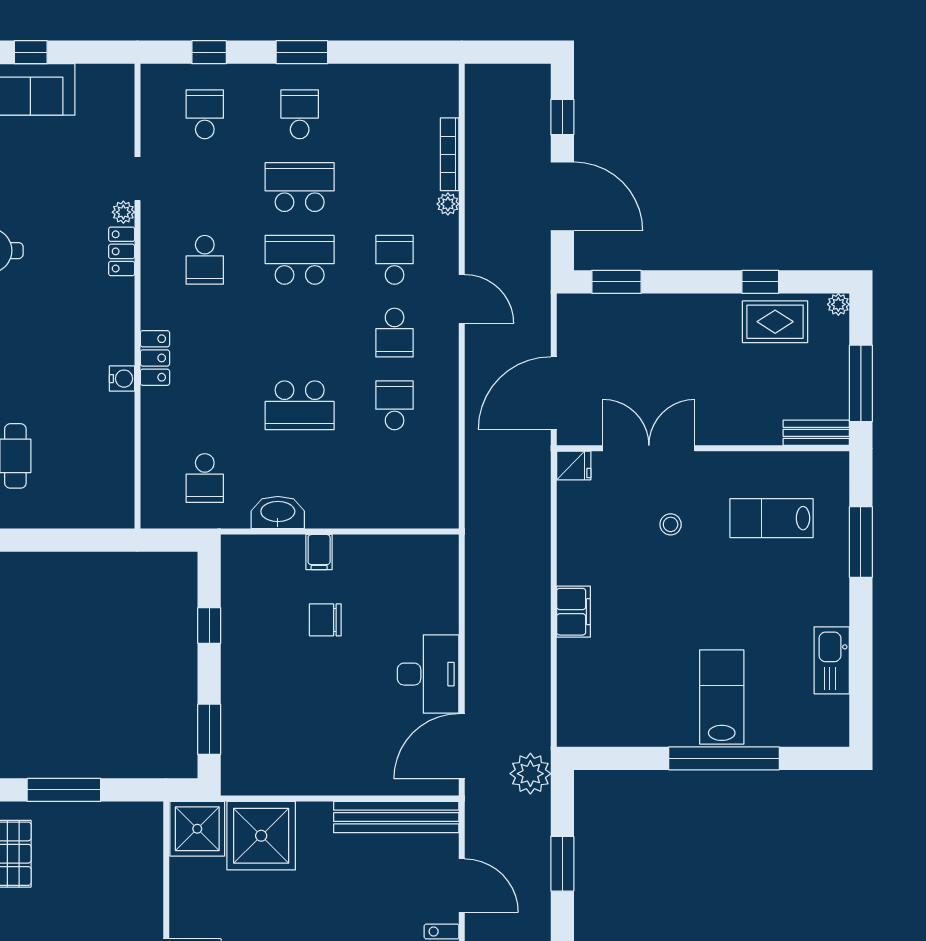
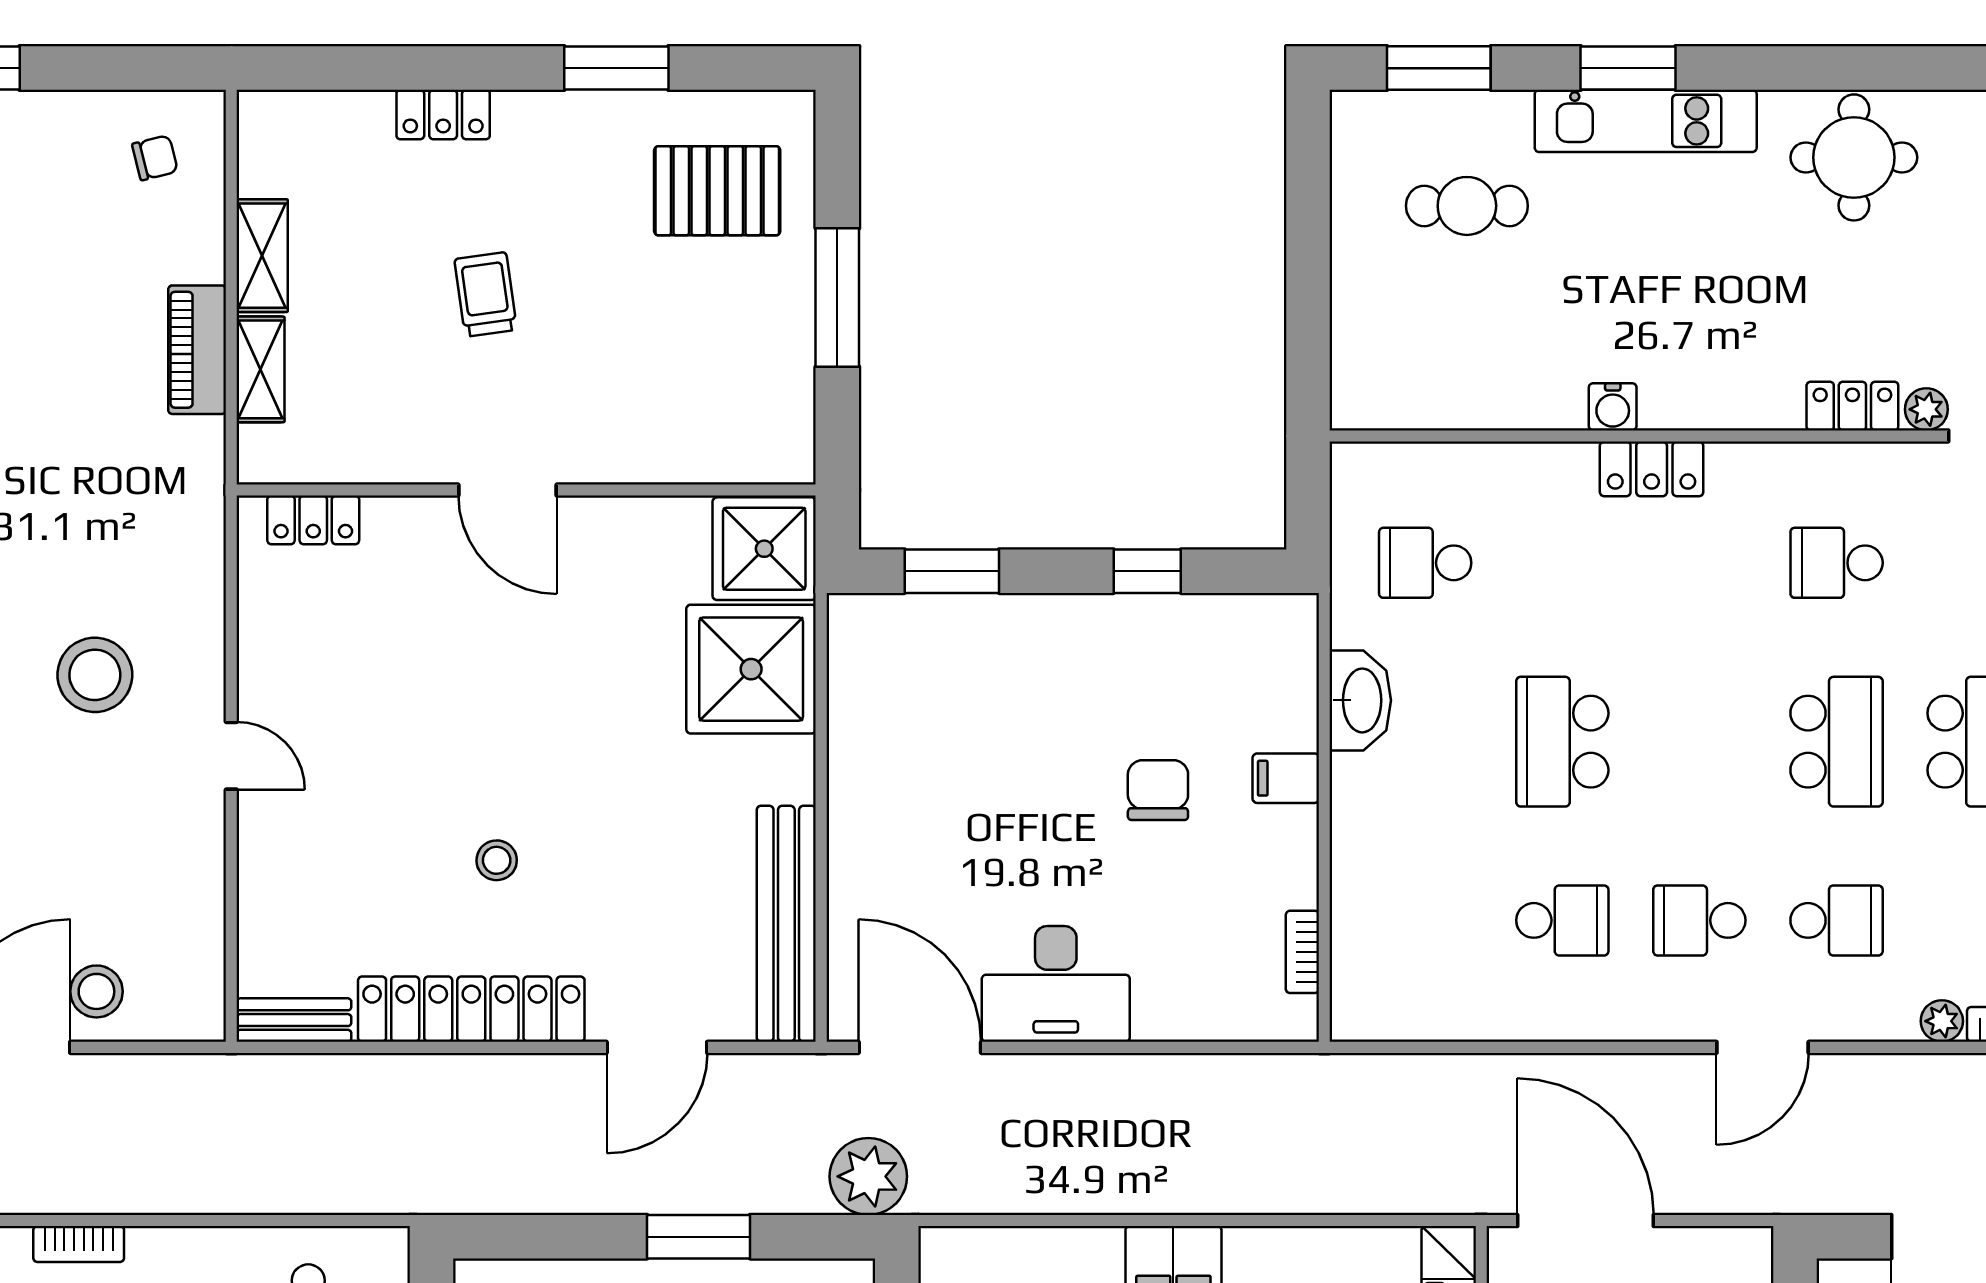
bookcase: (411, 543) -> (1302, 952), added

